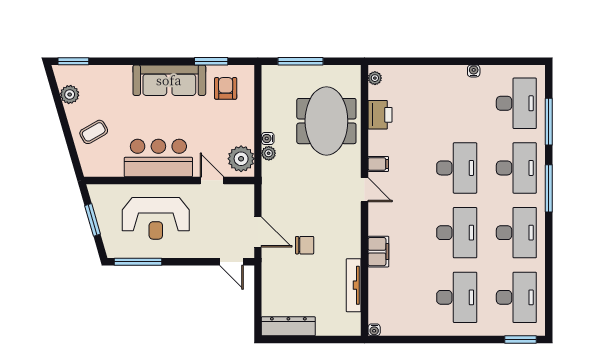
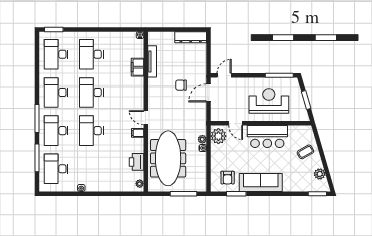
meeting table: (326, 121) -> (168, 158), width x1.36
door: (258, 232) -> (209, 93), hinge flipped
filing cabinet: (378, 252) -> (137, 67), moved
door: (231, 262) -> (224, 75), hinge flipped

